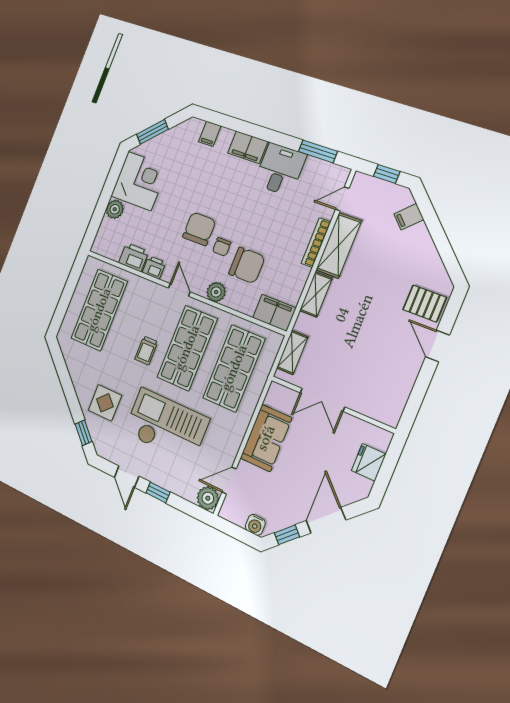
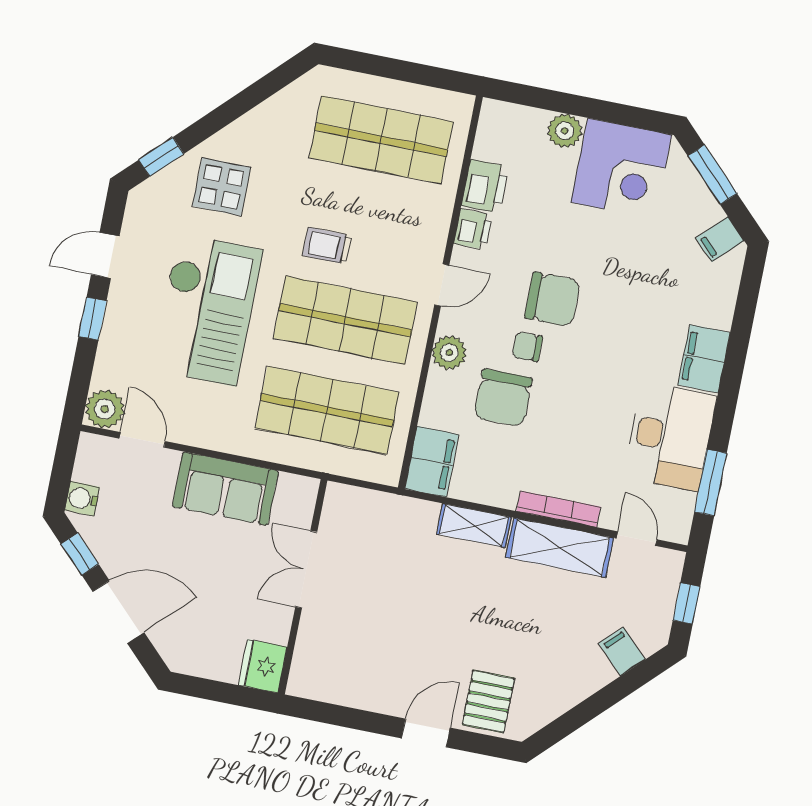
filing cabinet: (210, 134) -> (720, 239), moved, turned -45
desk: (280, 169) -> (670, 436), width x1.37
shelving: (292, 352) -> (373, 505), removed
fridge: (369, 462) -> (263, 666), moved, turned -90

